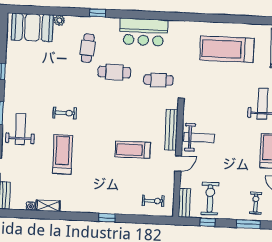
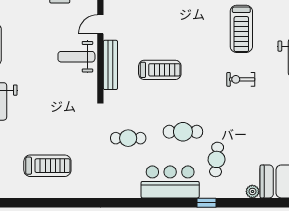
bar counter: (144, 32) -> (170, 182), moved
treadmill: (227, 49) -> (47, 166), width x0.73, depth x0.73
cafe table: (159, 80) -> (128, 138), moved
treadmill: (133, 150) -> (160, 70), moved

